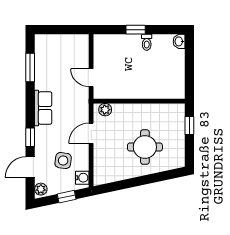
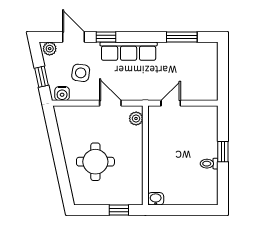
washbasin: (179, 41) -> (156, 199), moved
row of seats: (43, 108) -> (129, 51), width x1.48

